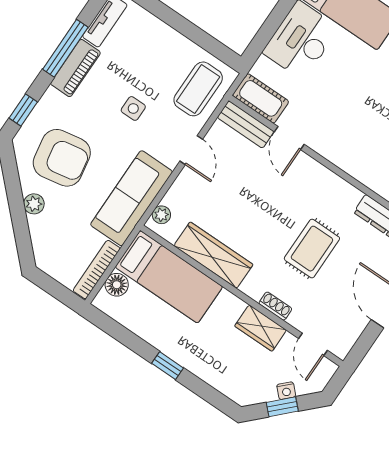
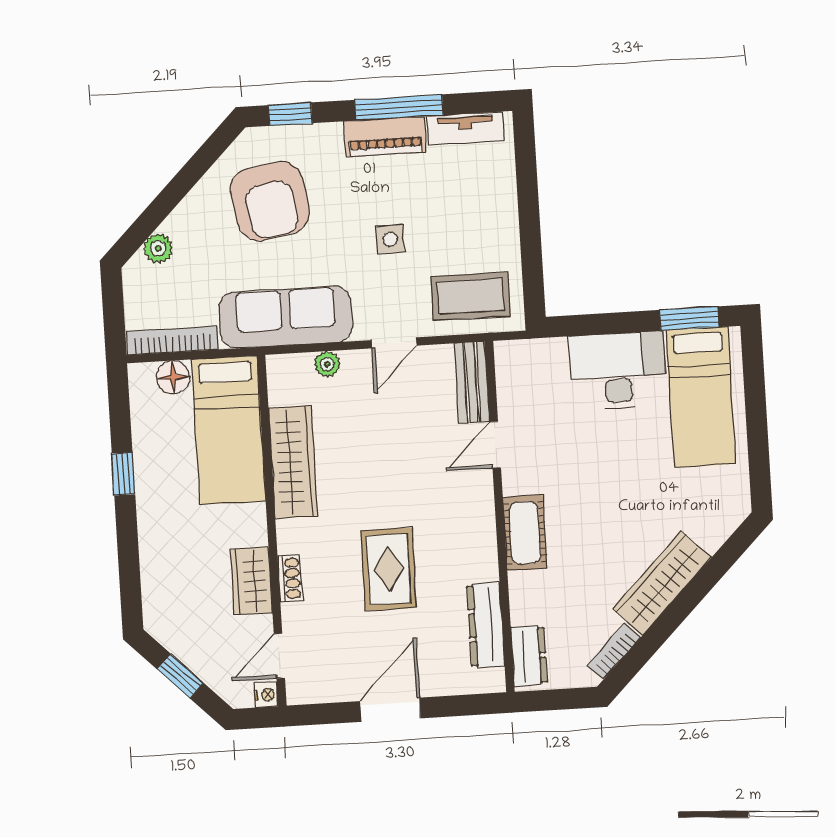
cot: (261, 98) -> (525, 533), moved
plant: (34, 204) -> (158, 248), moved
plant: (161, 215) -> (327, 364), moved
rug: (312, 249) -> (389, 569), turned 90
window: (168, 366) -> (123, 474), moved
nightstand: (286, 391) -> (266, 695), moved, turned -135

